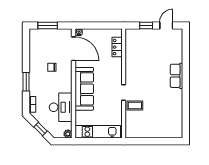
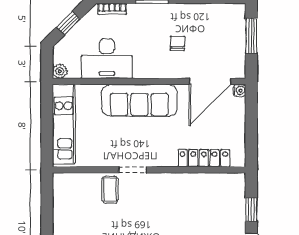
locker: (117, 47) -> (204, 158), width x1.53

